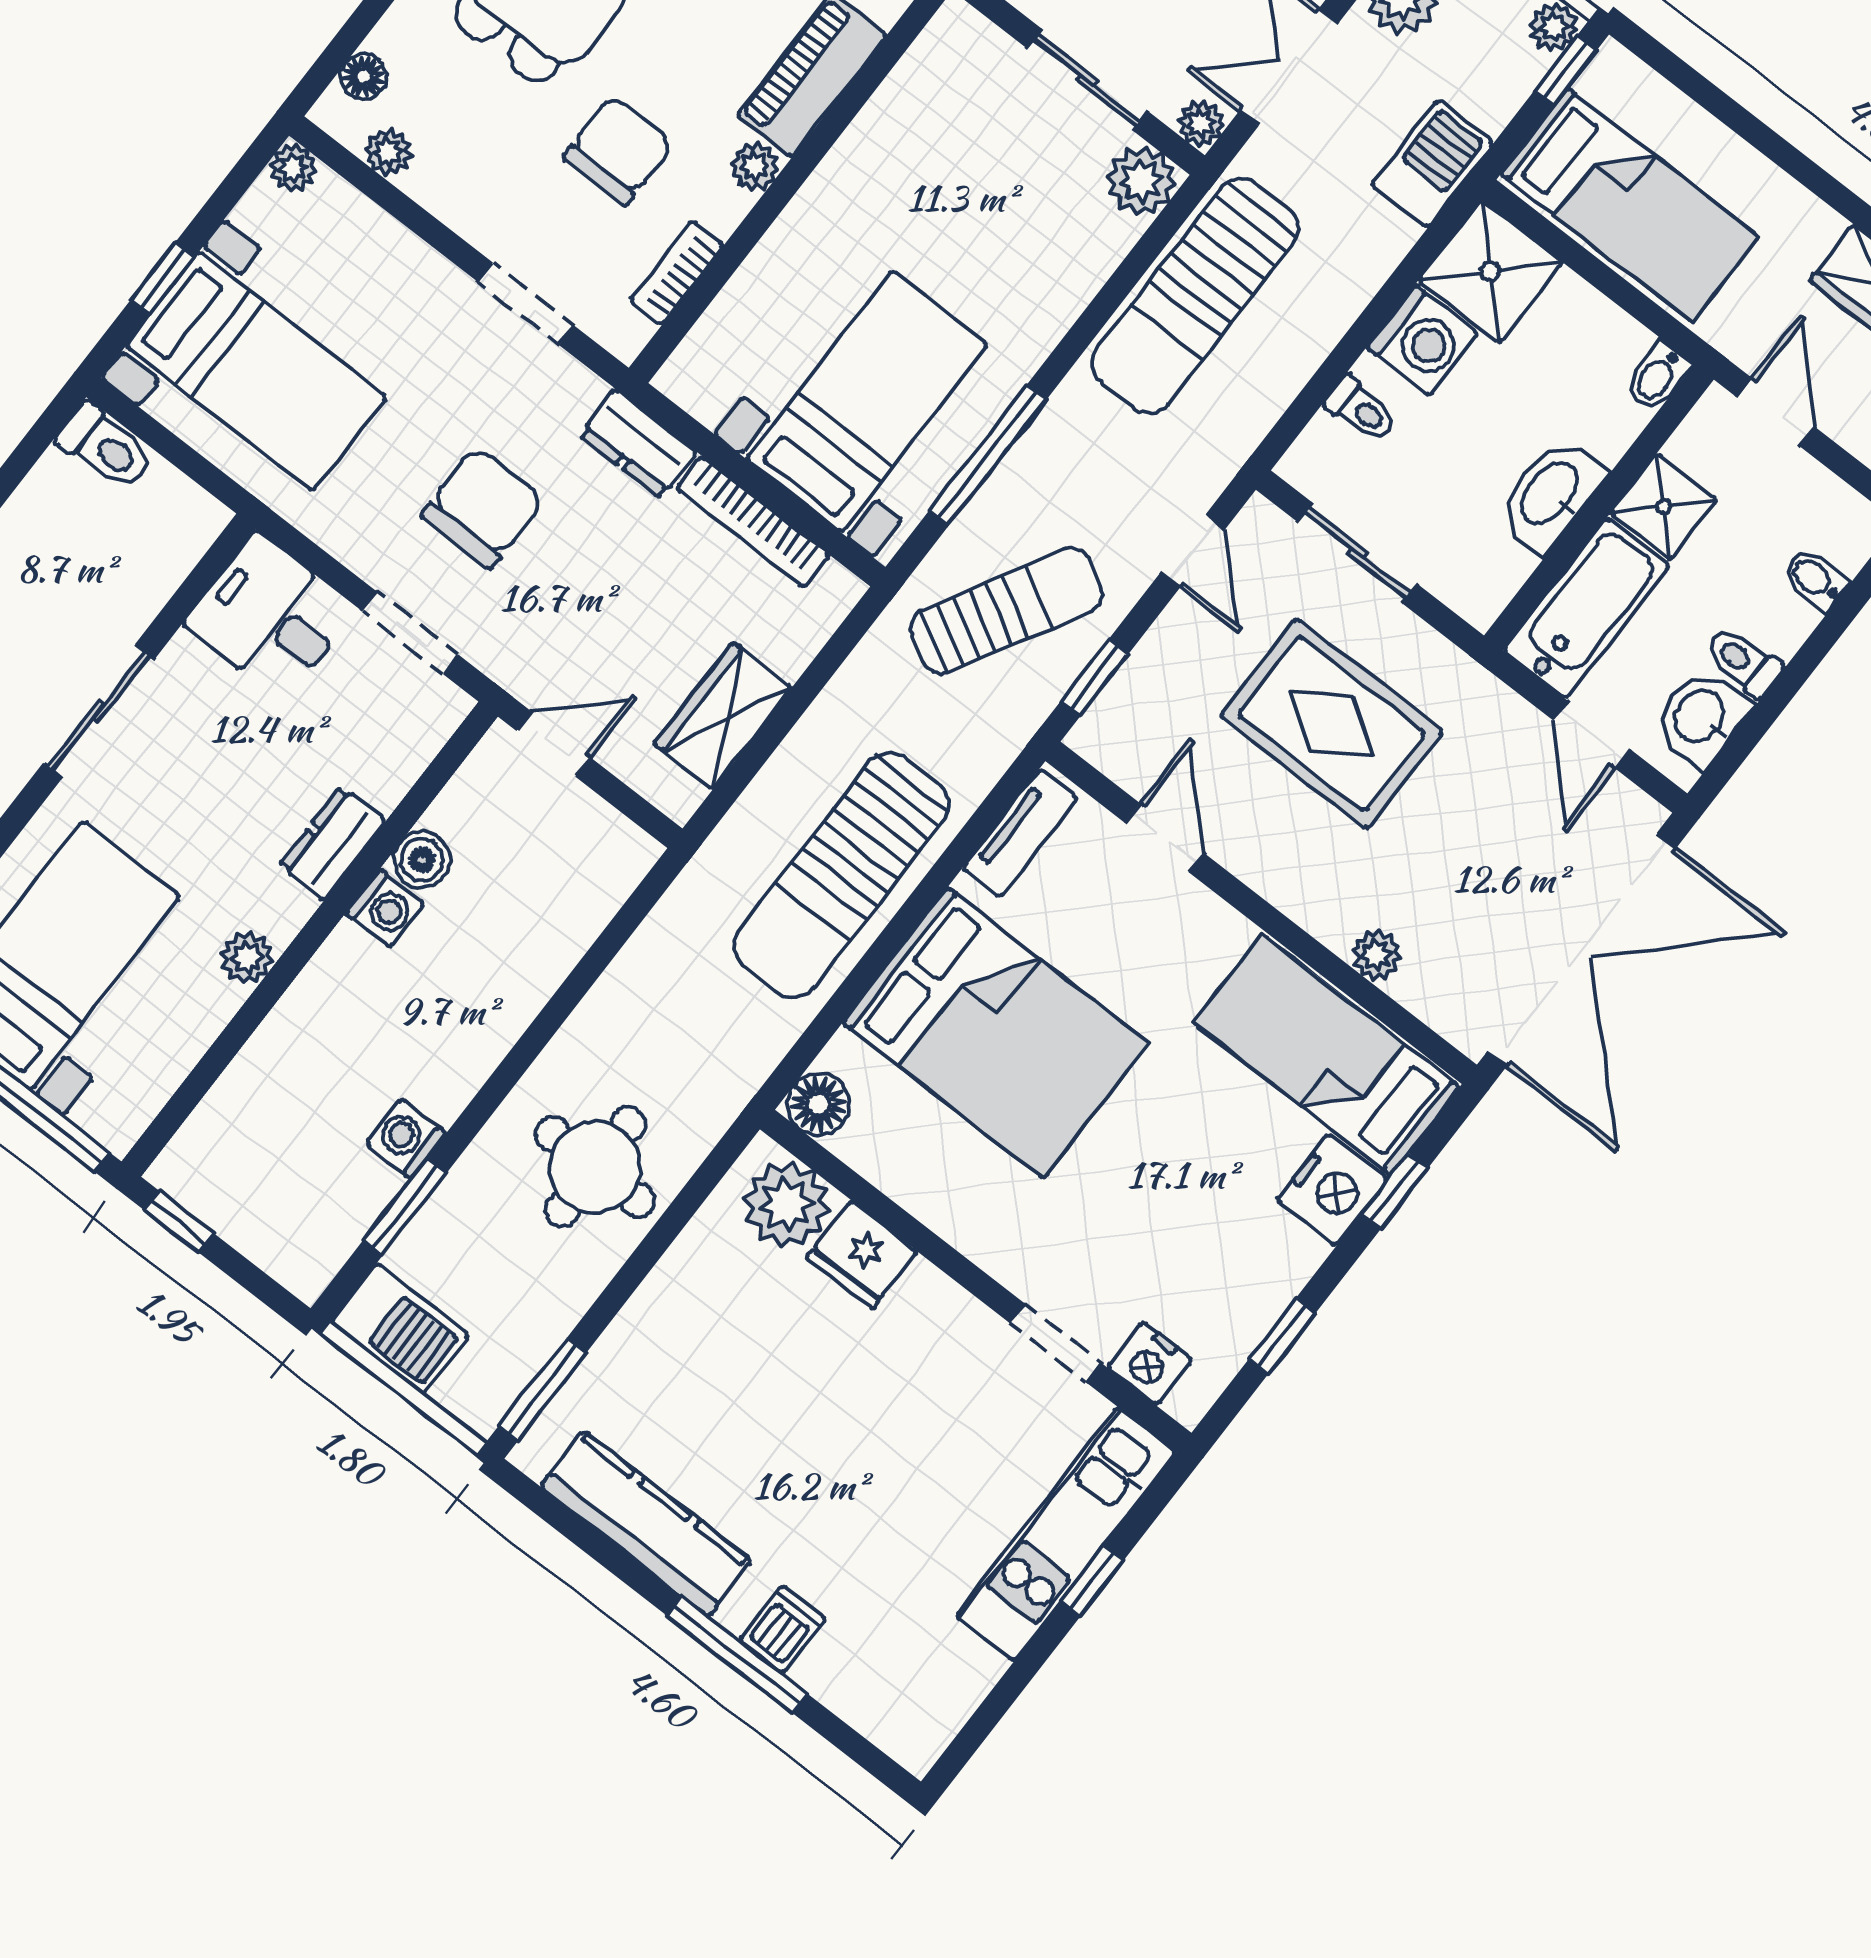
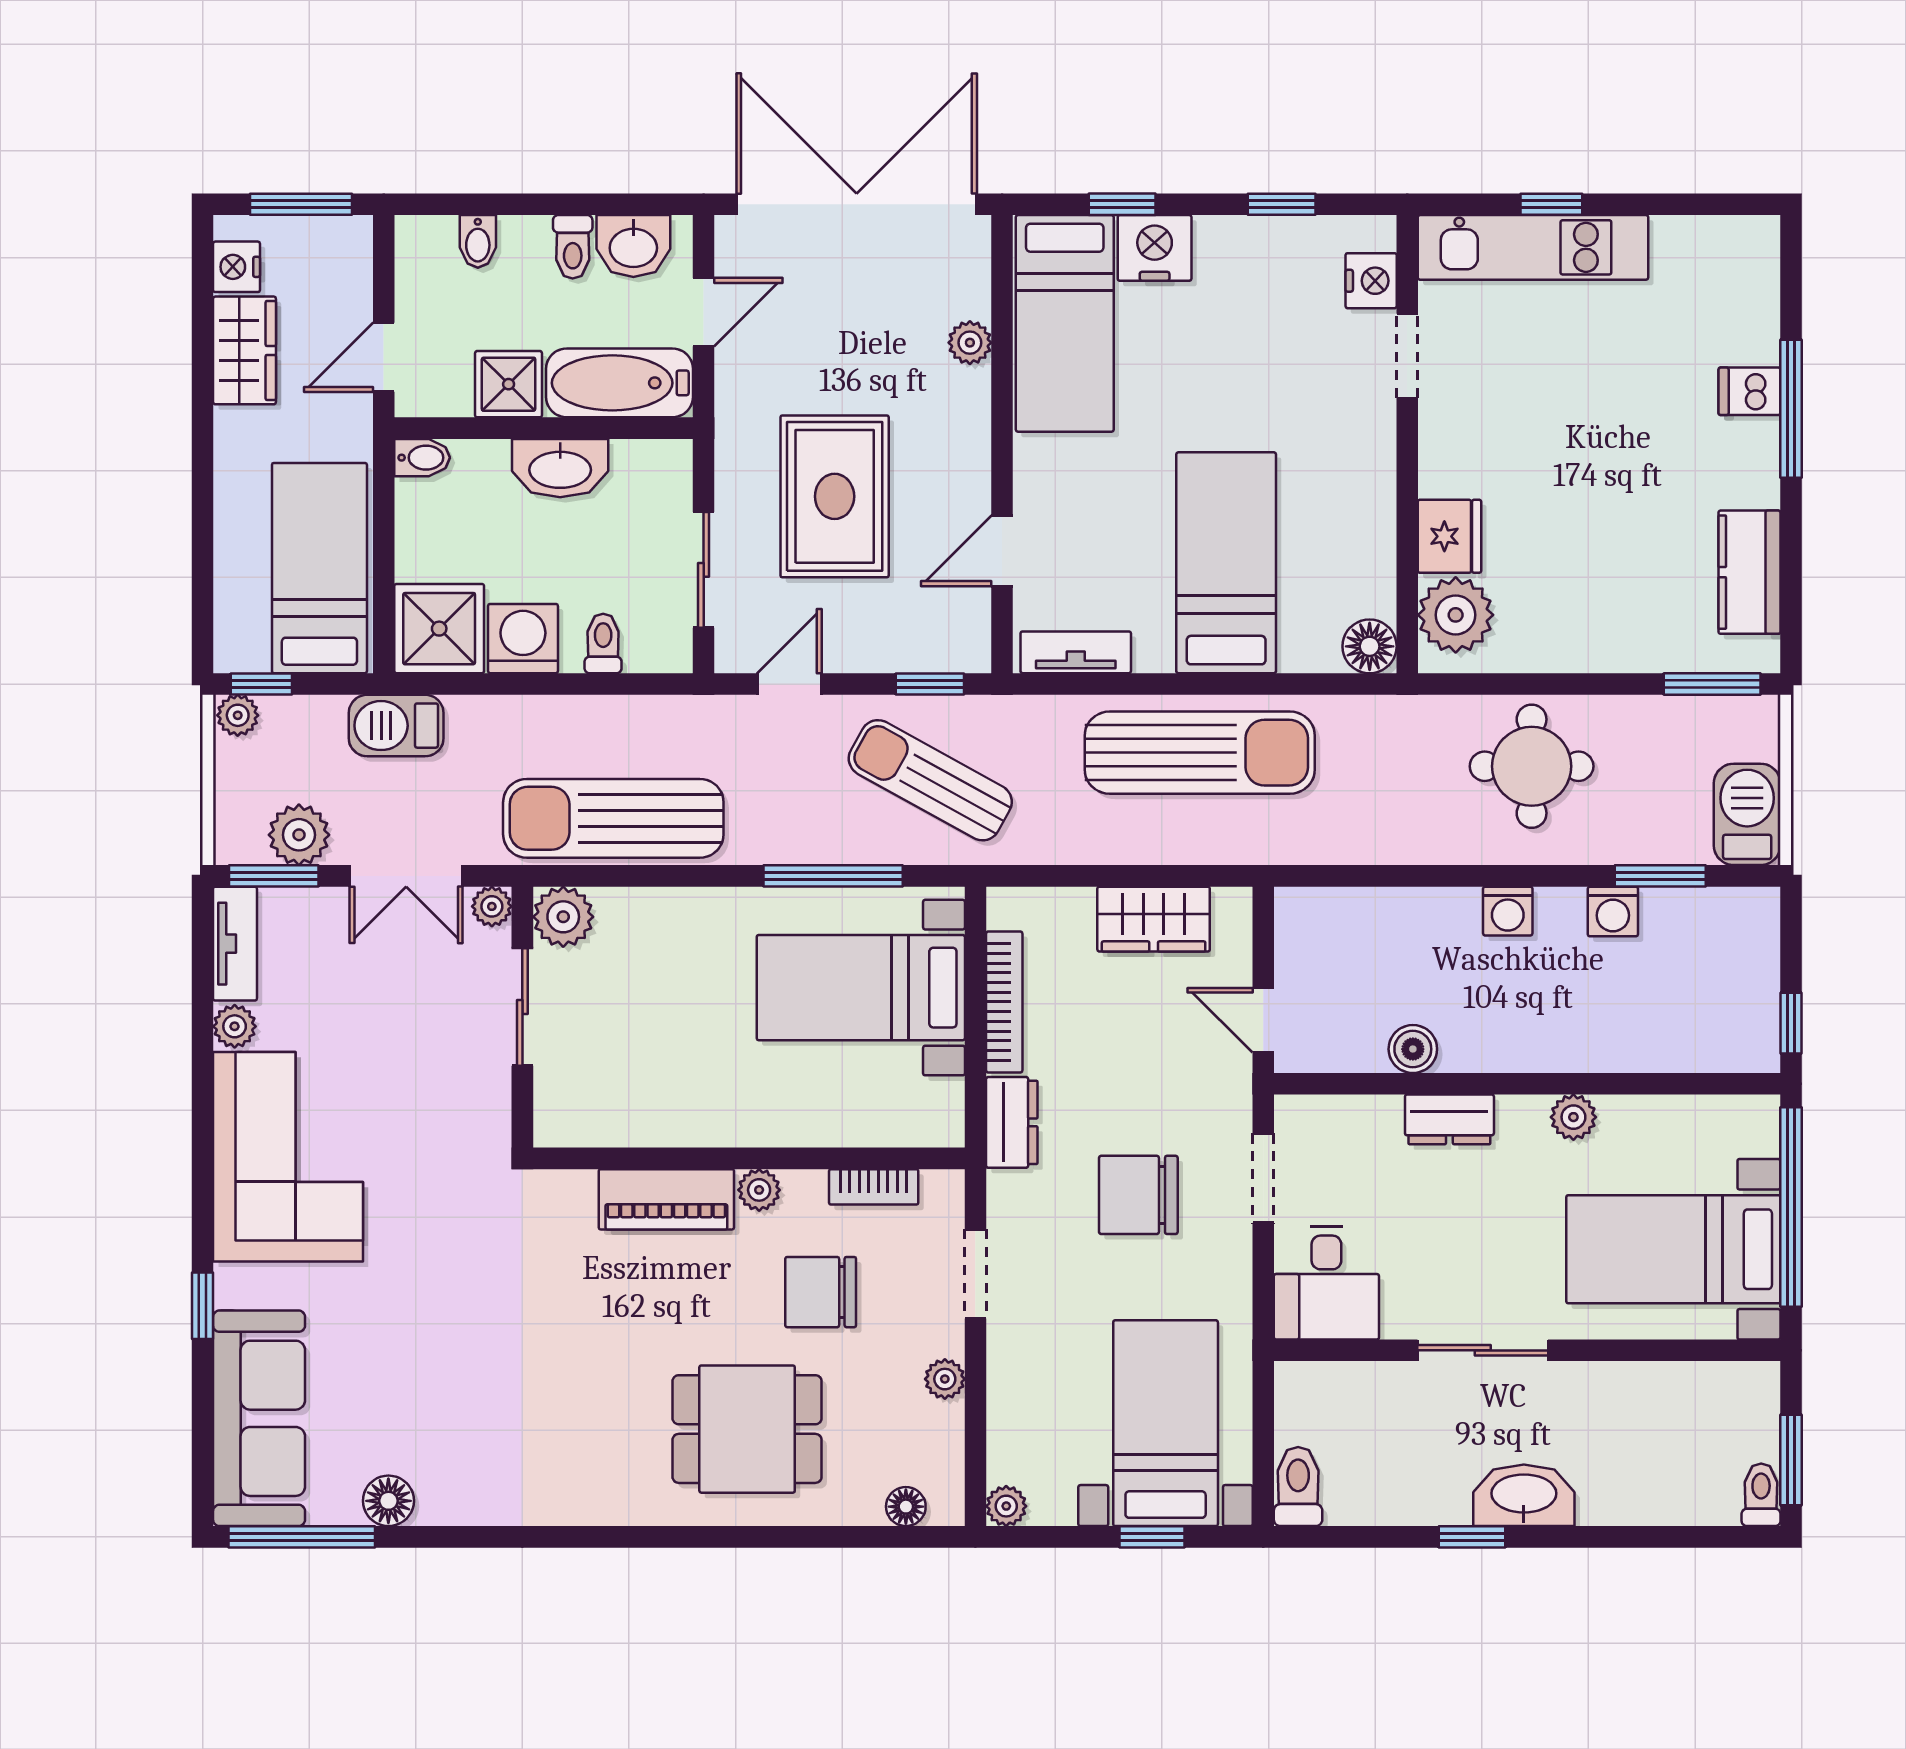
plant: (388, 152) -> (945, 1379), moved
sun lounger: (1195, 296) -> (613, 818), turned 180
washing machine: (385, 908) -> (1508, 911), moved, turned 180
bed: (995, 1033) -> (1226, 563), width x0.67
kitchen counter: (646, 1524) -> (1749, 572), width x0.67

